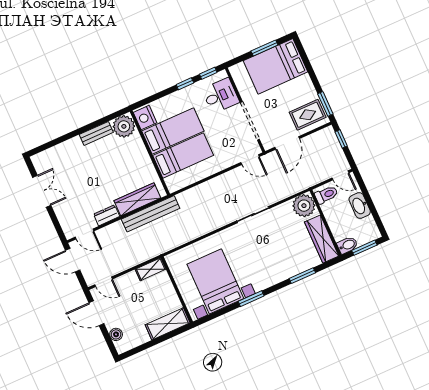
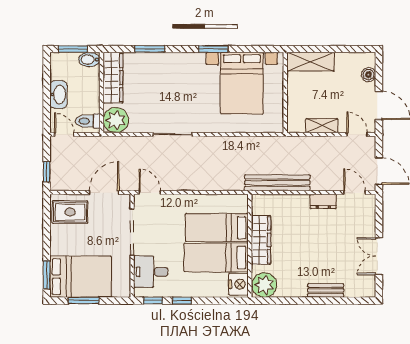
window: (325, 104) -> (47, 275), moved
bench: (96, 133) -> (326, 290), moved
wardrobe: (137, 199) -> (261, 240), moved, turned -90
shelving: (151, 269) -> (322, 126), moved

